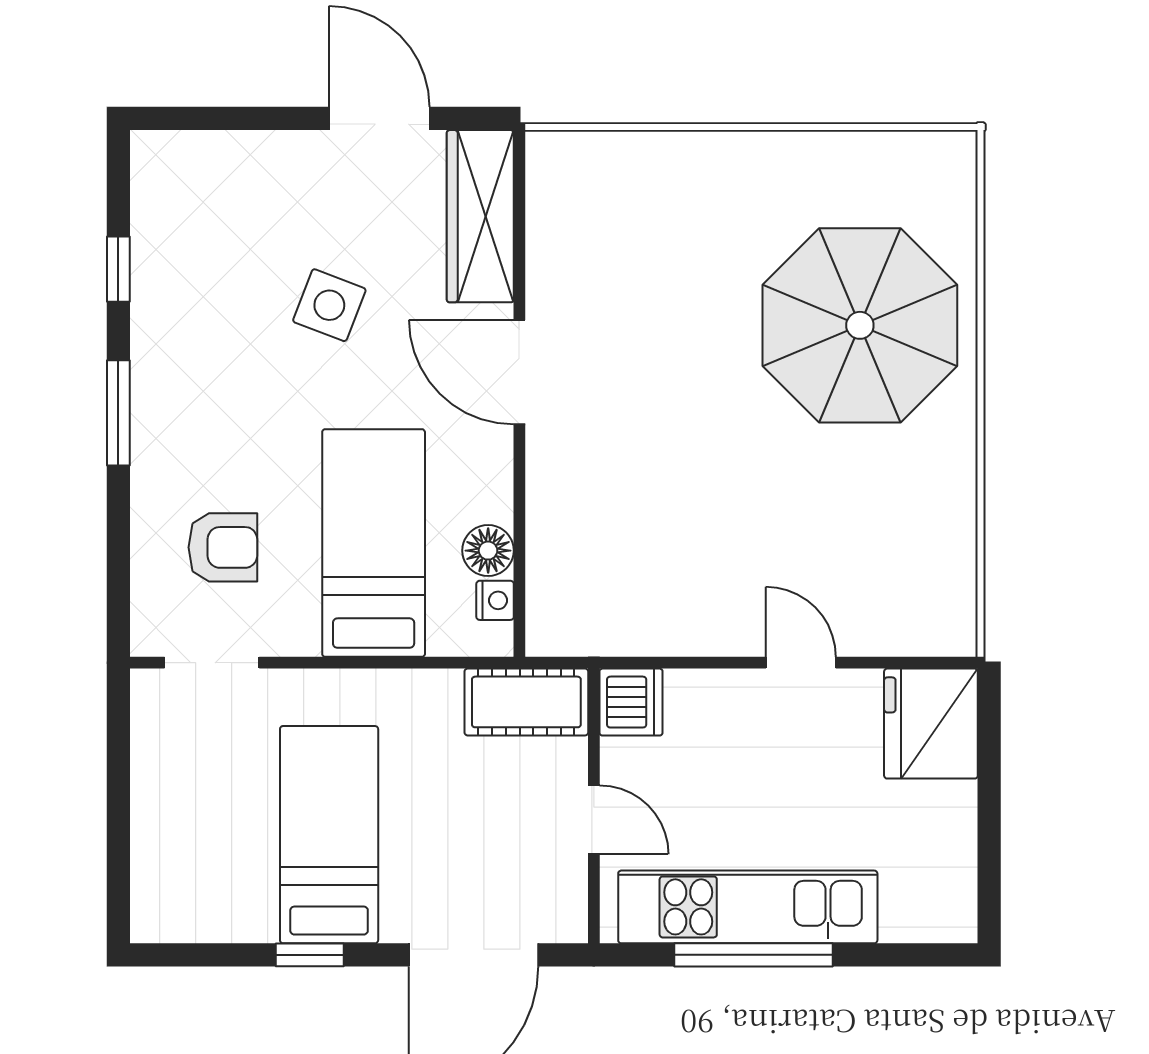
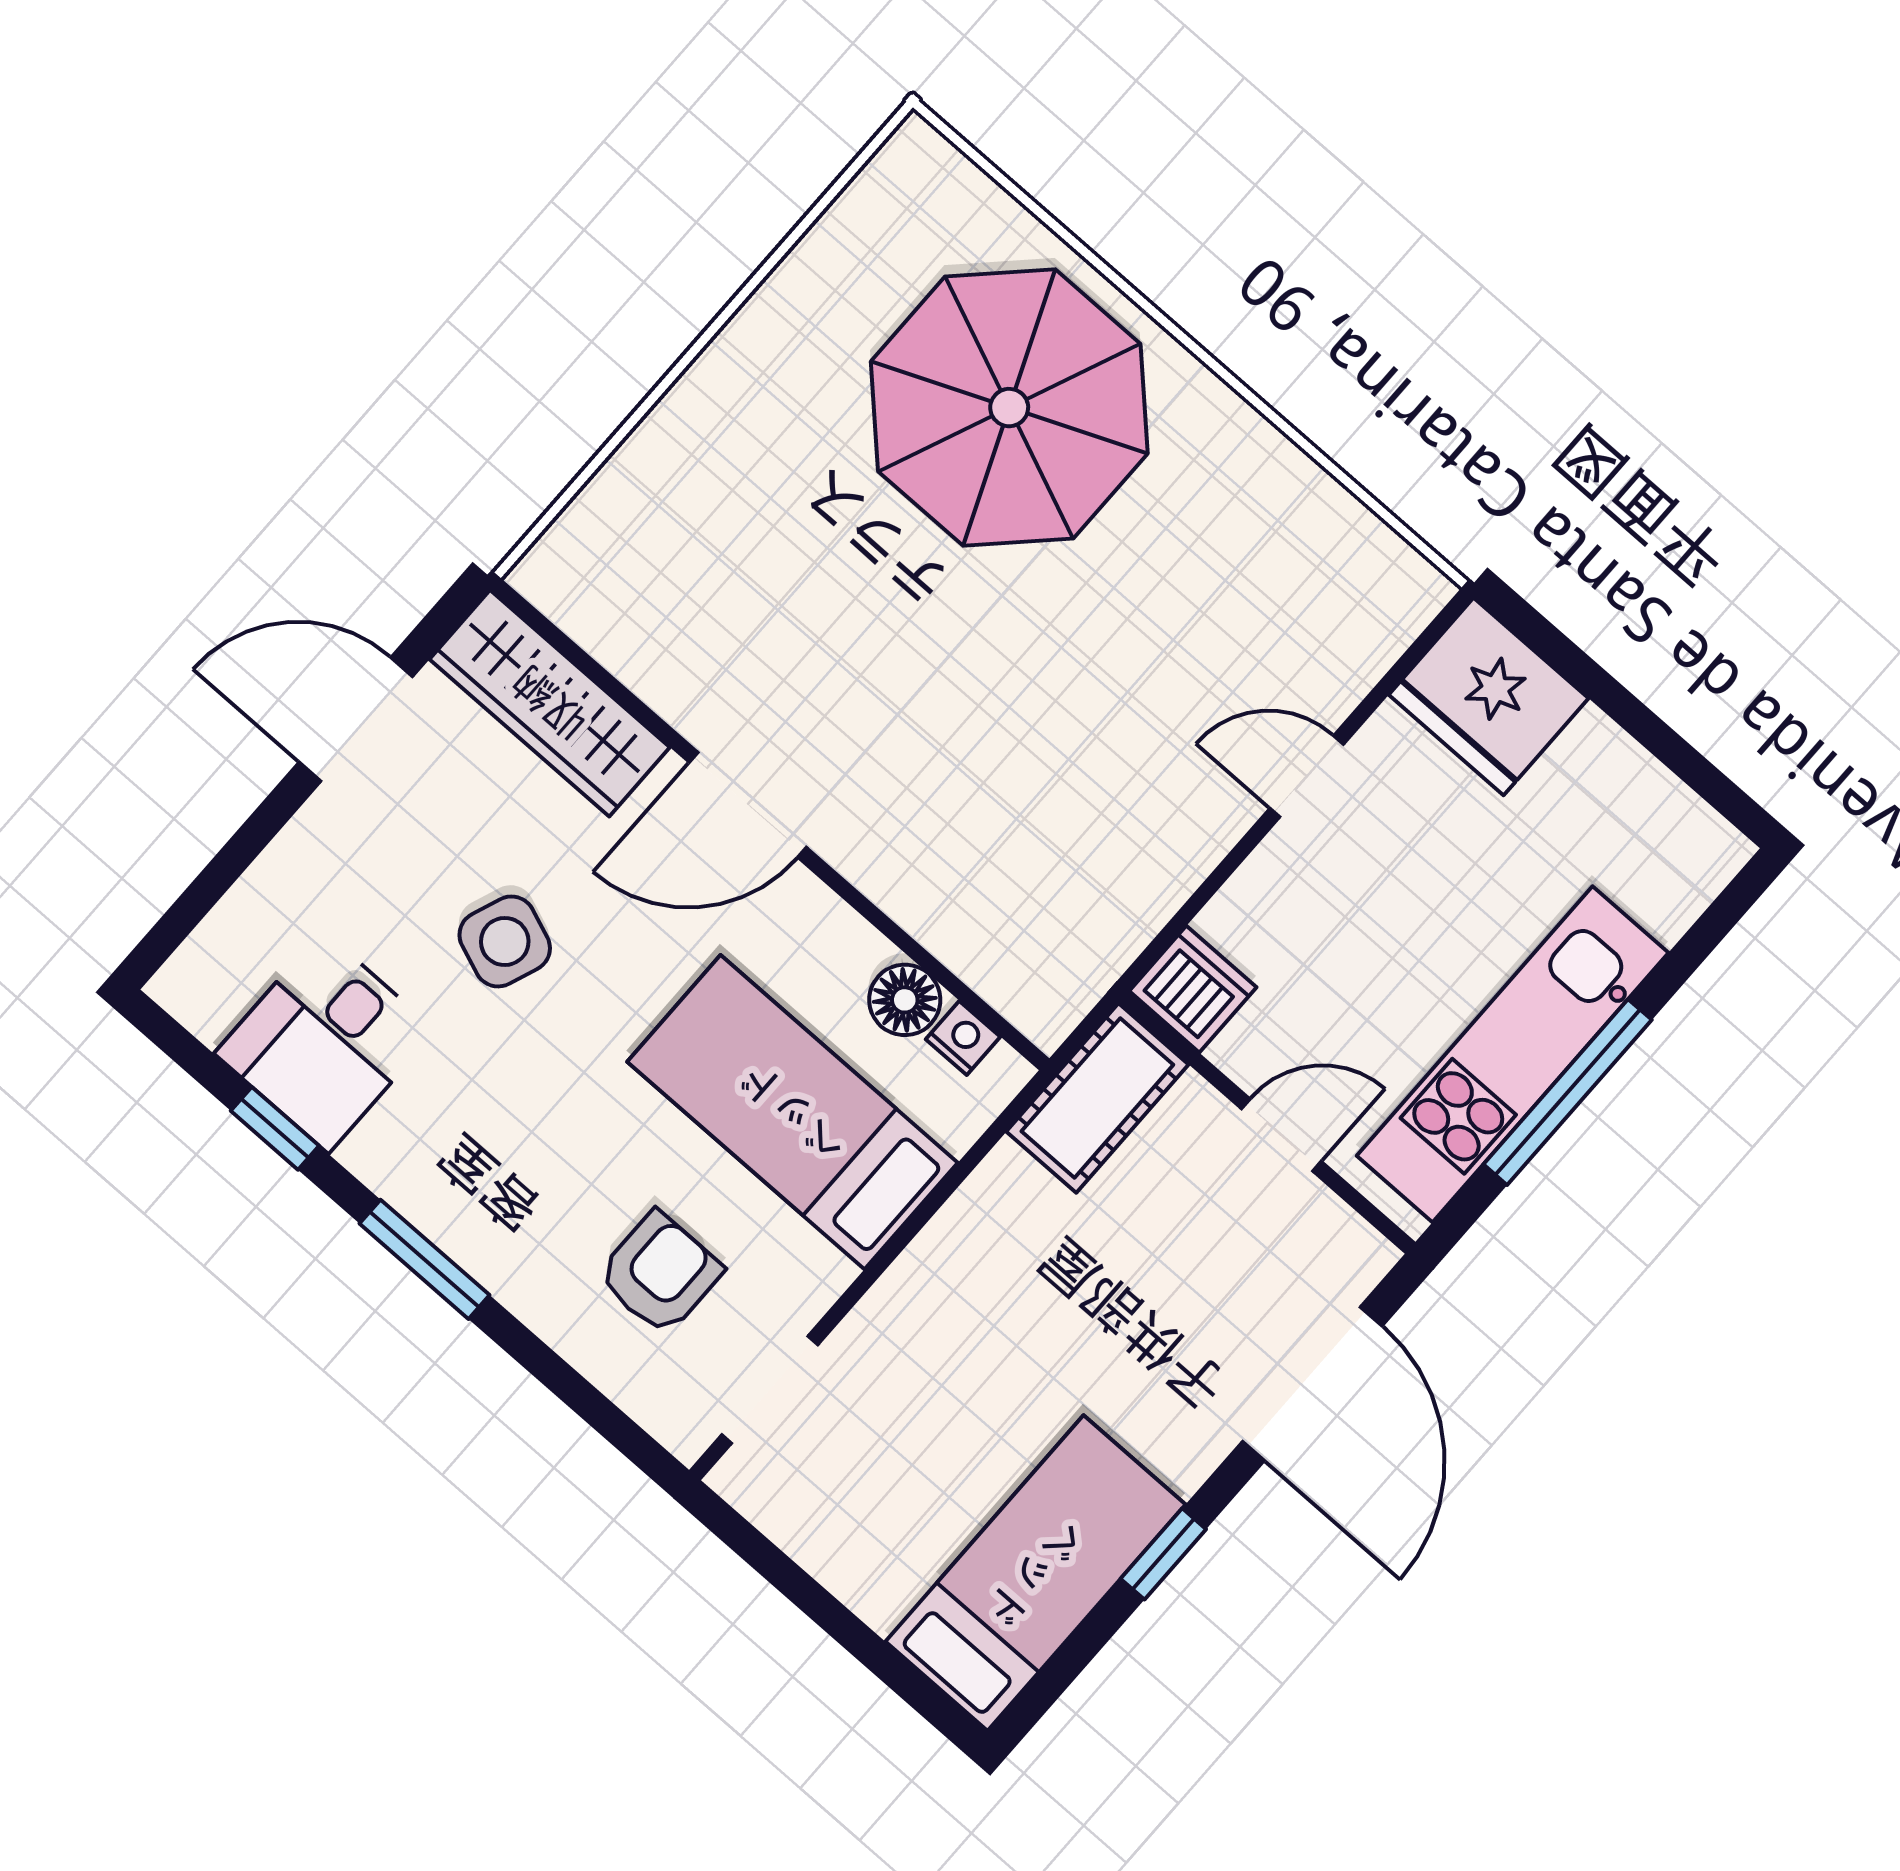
desk: (189, 255) -> (325, 1042), added
bed: (329, 835) -> (1035, 1573), moved, turned 90

